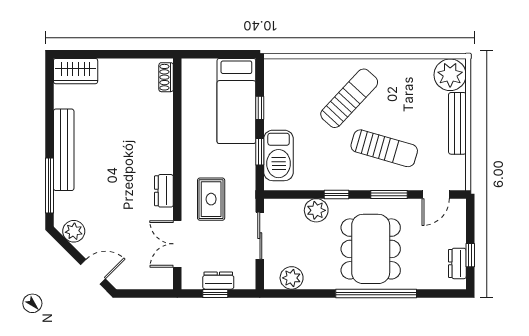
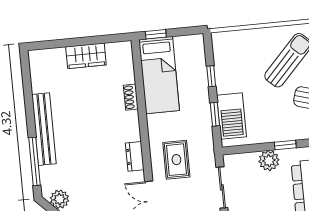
window: (201, 54) -> (156, 34), added
wardrobe: (76, 71) -> (86, 56), moved
shoe rack: (166, 77) -> (131, 97), moved
bed: (236, 101) -> (159, 75), moved

